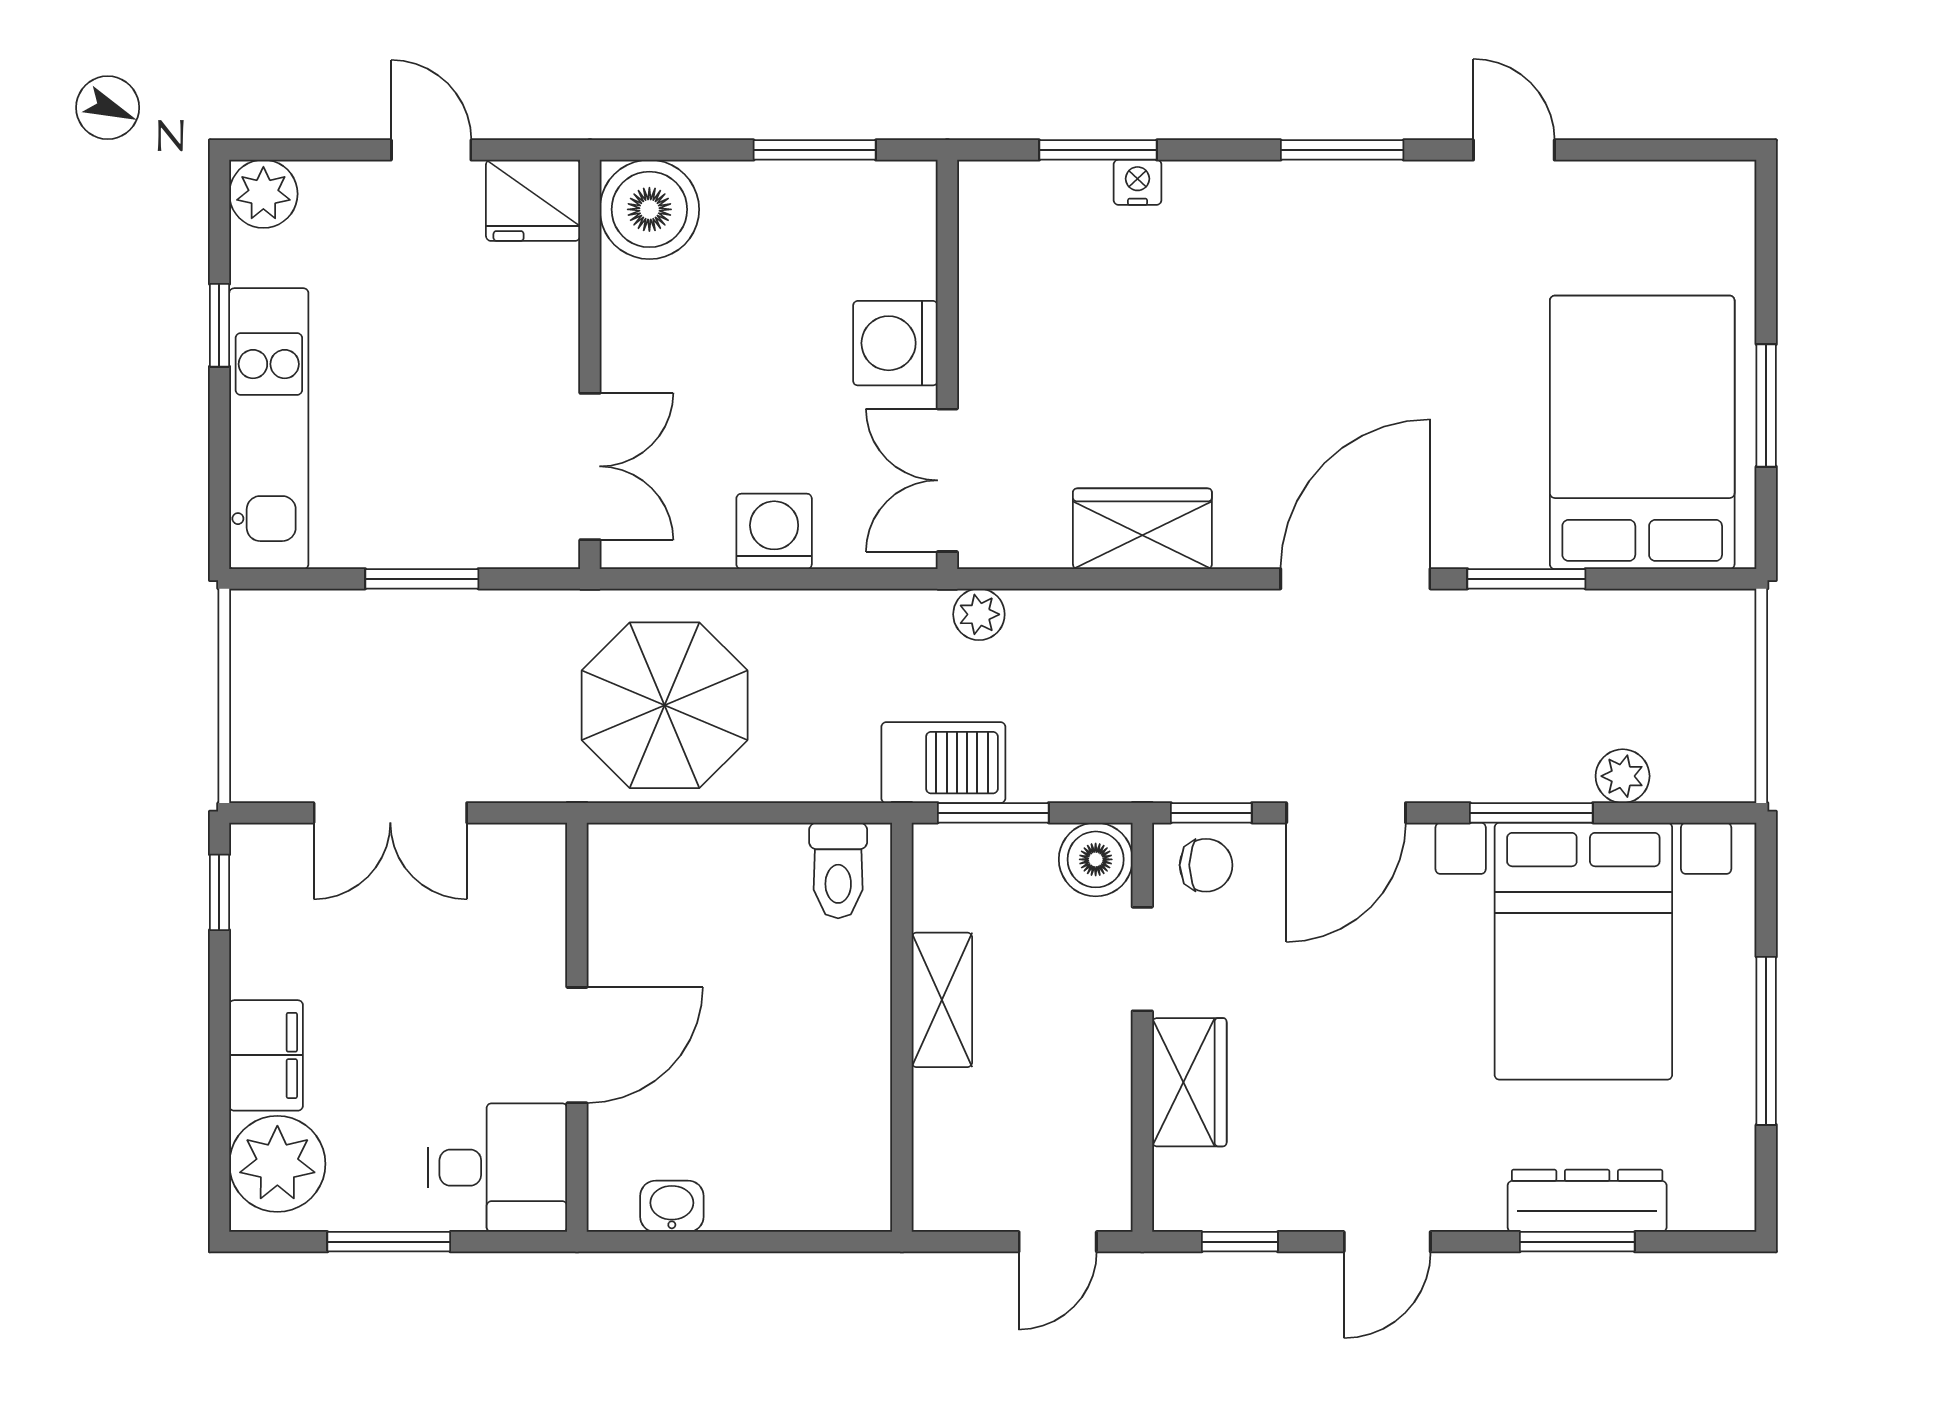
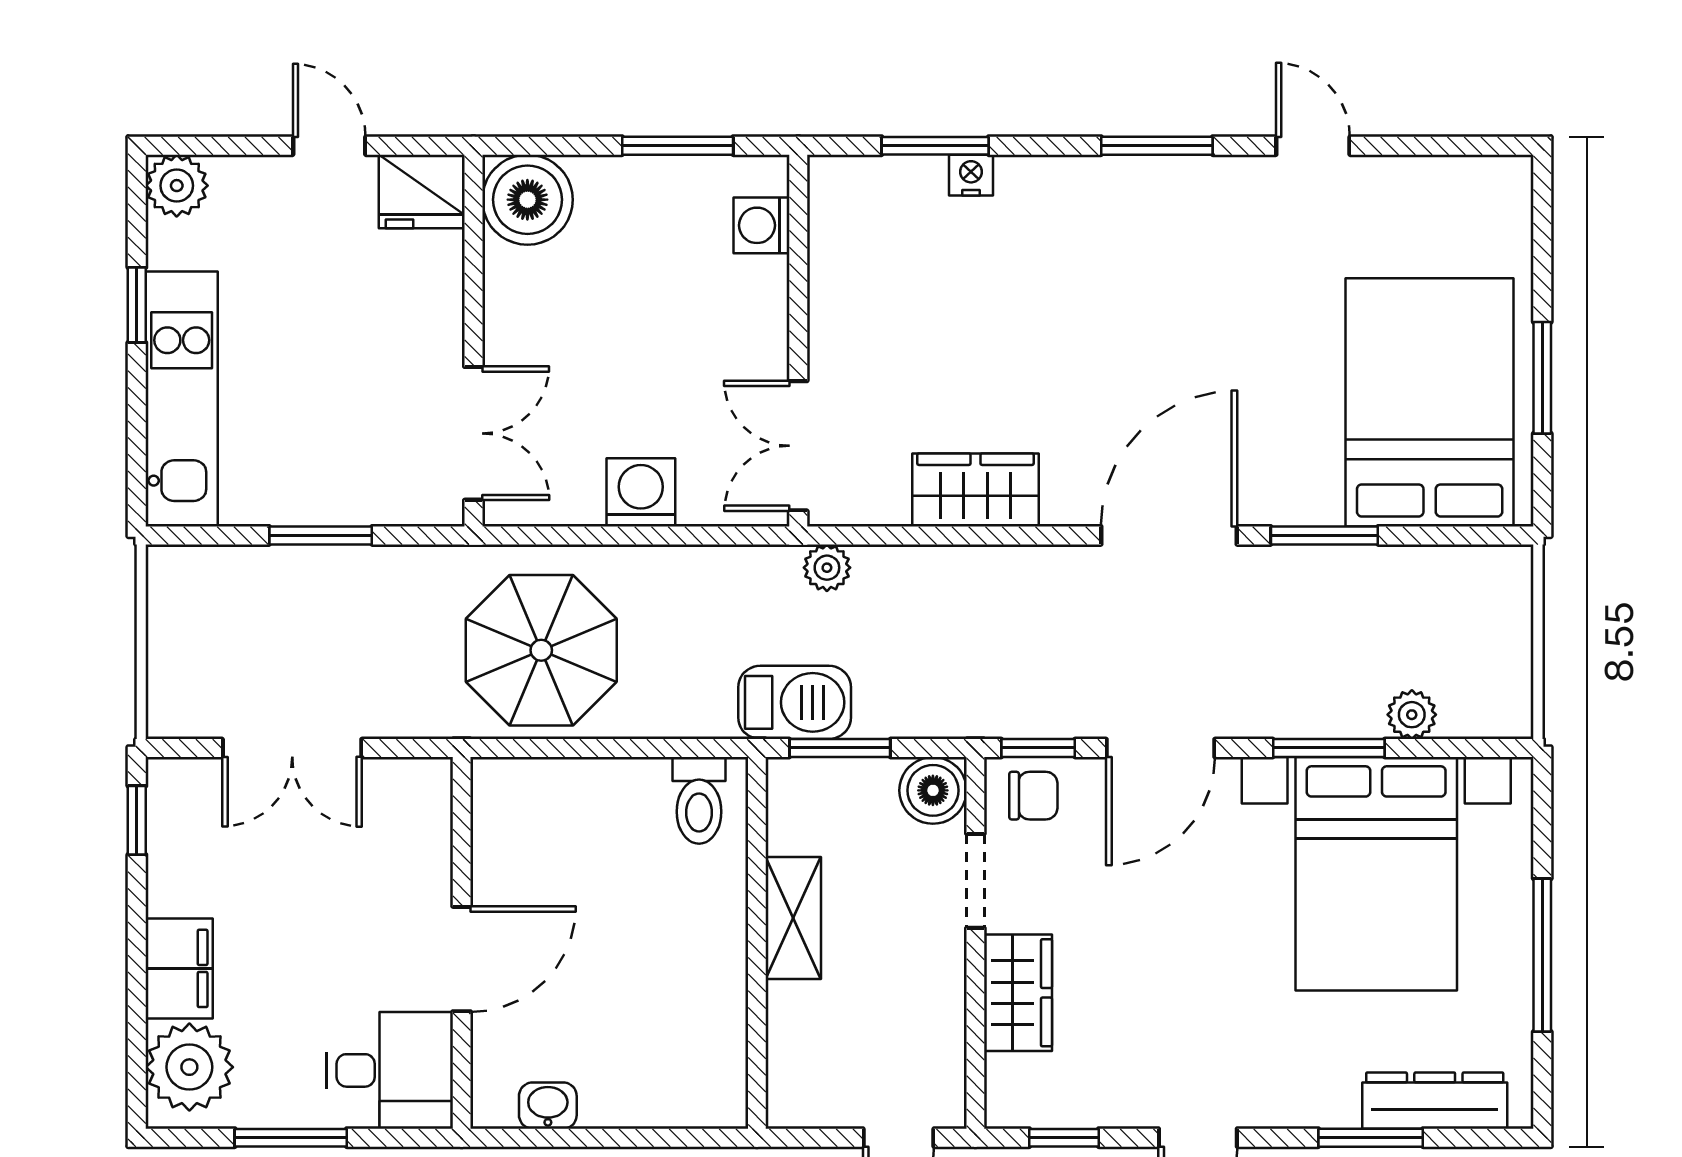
washing machine: (895, 343) -> (761, 225), moved, width x0.73, depth x0.73
dresser: (1587, 1201) -> (1435, 1101), moved

